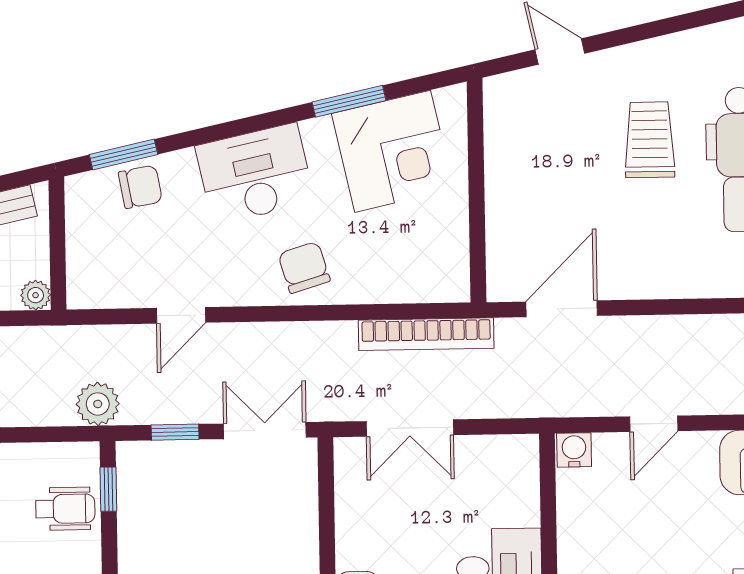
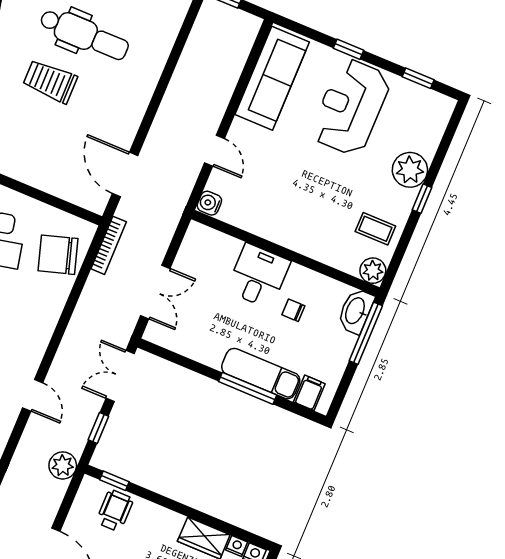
chair: (304, 267) -> (58, 255), moved, width x1.37, depth x1.37
bookcase: (426, 334) -> (109, 245), width x0.68, depth x0.76

